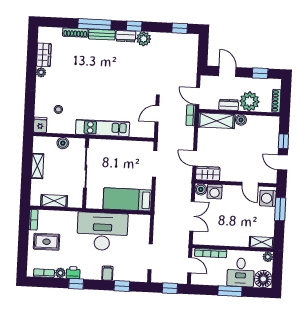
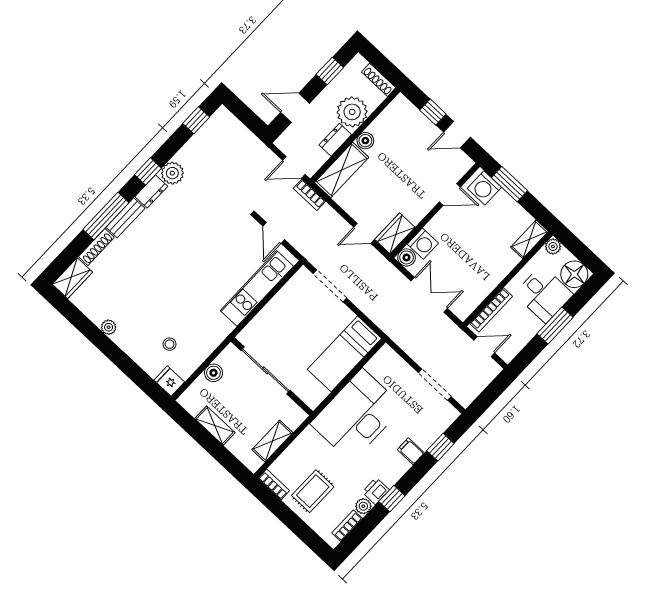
wardrobe: (44, 55) -> (72, 278), moved, turned 90
kitchen unit: (103, 128) -> (257, 288), moved
window: (170, 288) -> (491, 393), removed

